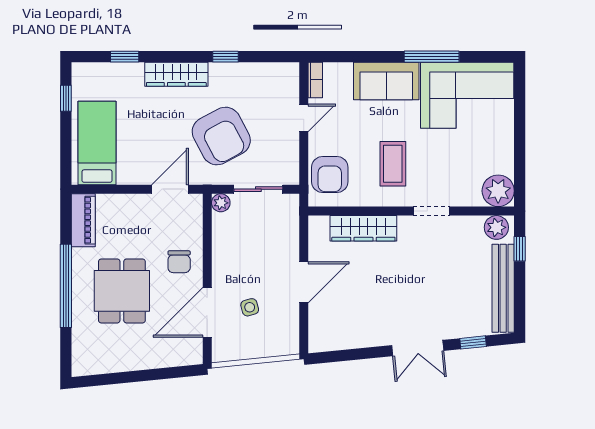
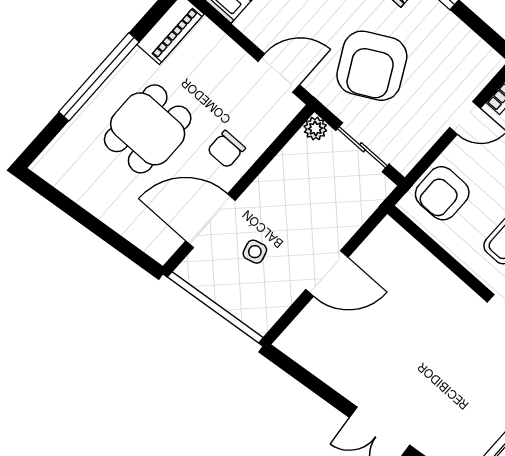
wardrobe: (363, 228) -> (429, 273), removed

